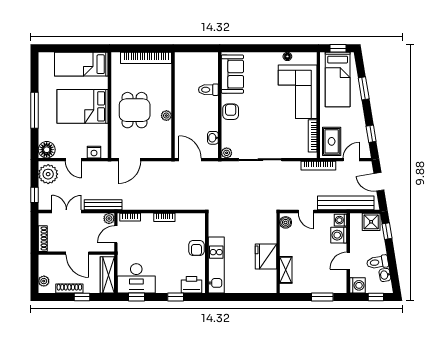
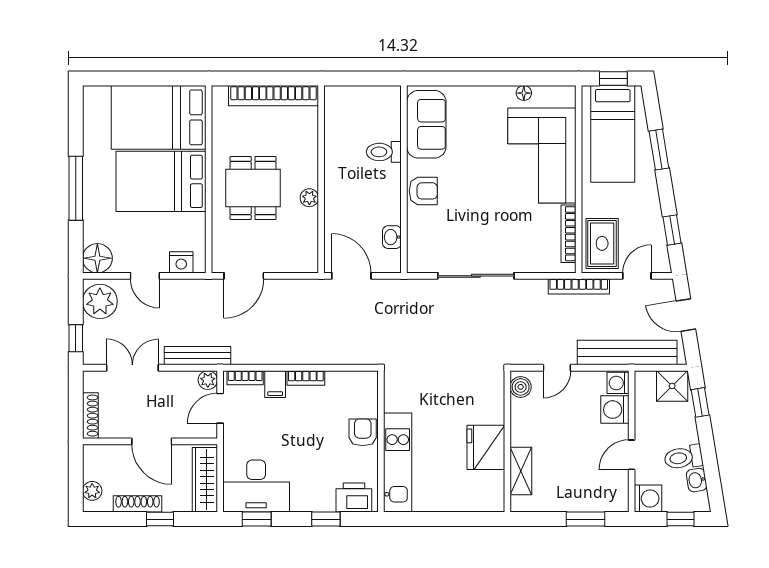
bed: (81, 64) -> (159, 117), width x1.50
armchair: (231, 112) -> (423, 191), turned 90
plant: (227, 153) -> (416, 264), removed
door: (306, 212) -> (557, 368), hinge flipped
filing cabinet: (147, 221) -> (275, 384), added
armchair: (196, 248) -> (363, 432), turned 180

